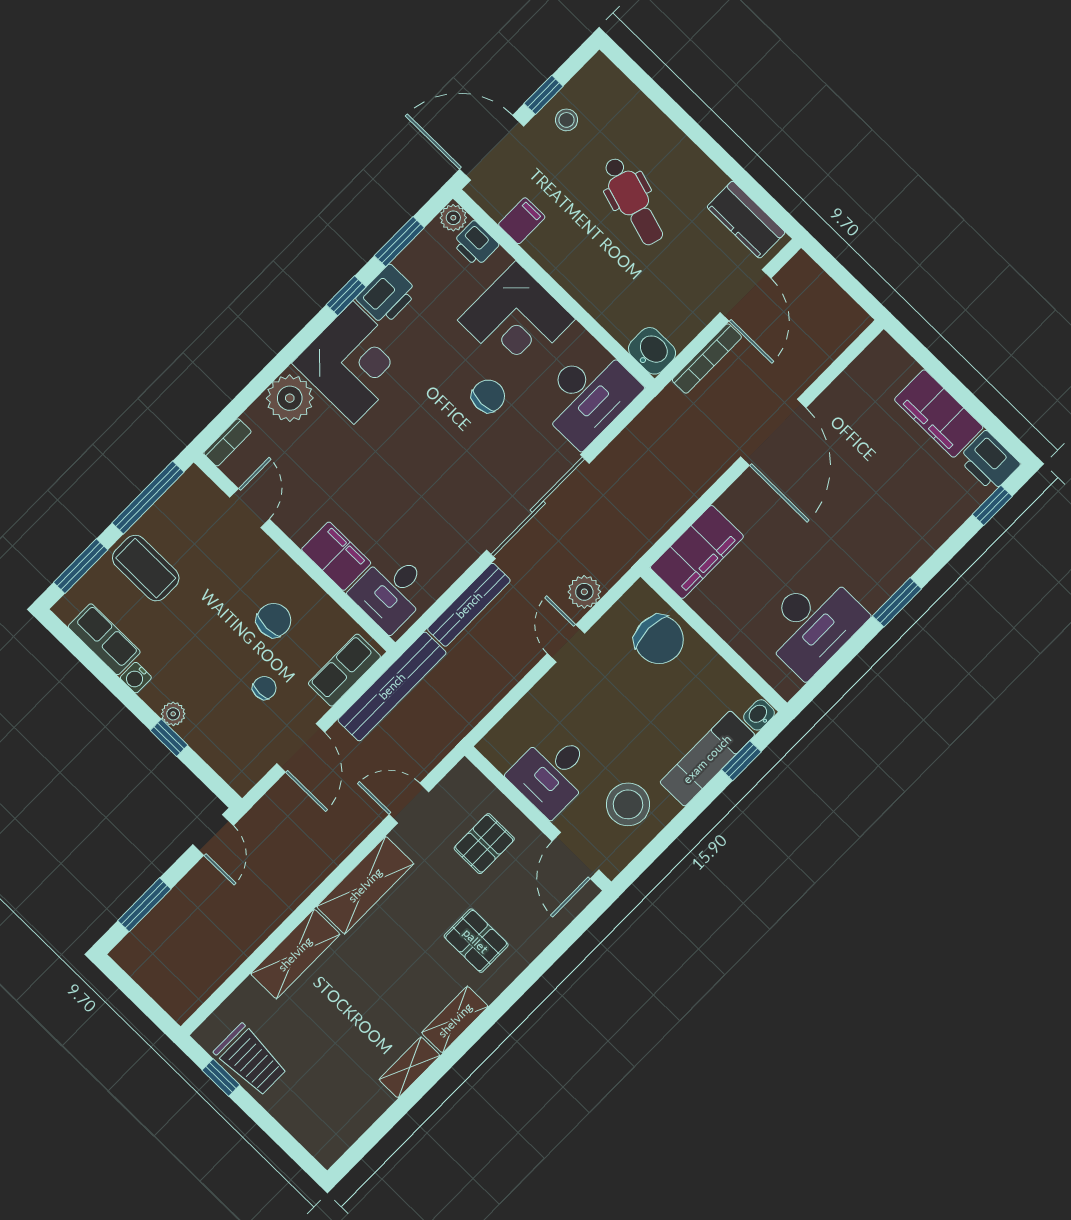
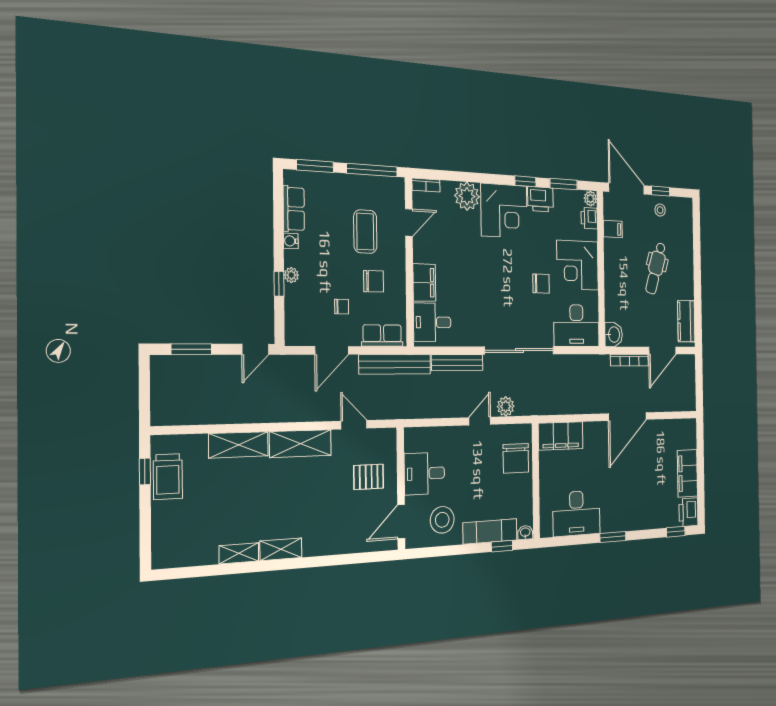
coffee table: (146, 568) -> (365, 232), moved
pallet: (476, 941) -> (325, 520), removed

